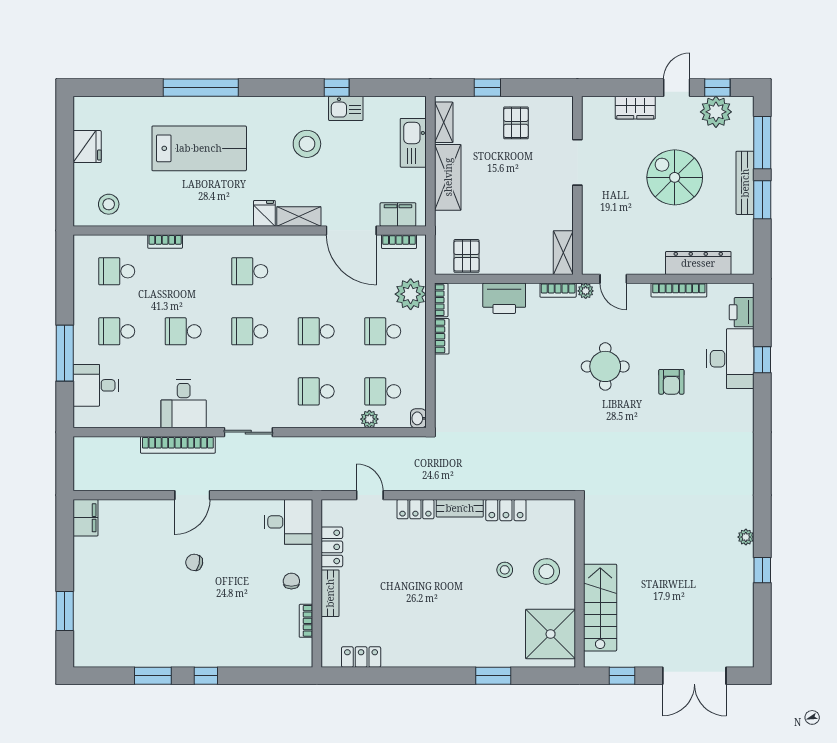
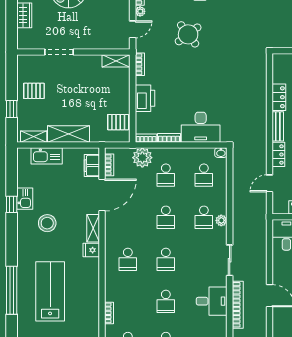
plant: (586, 291) -> (140, 11), moved
round table: (605, 366) -> (188, 34), turned -37
desk: (458, 386) -> (201, 127), added
plant: (369, 419) -> (221, 220), moved

